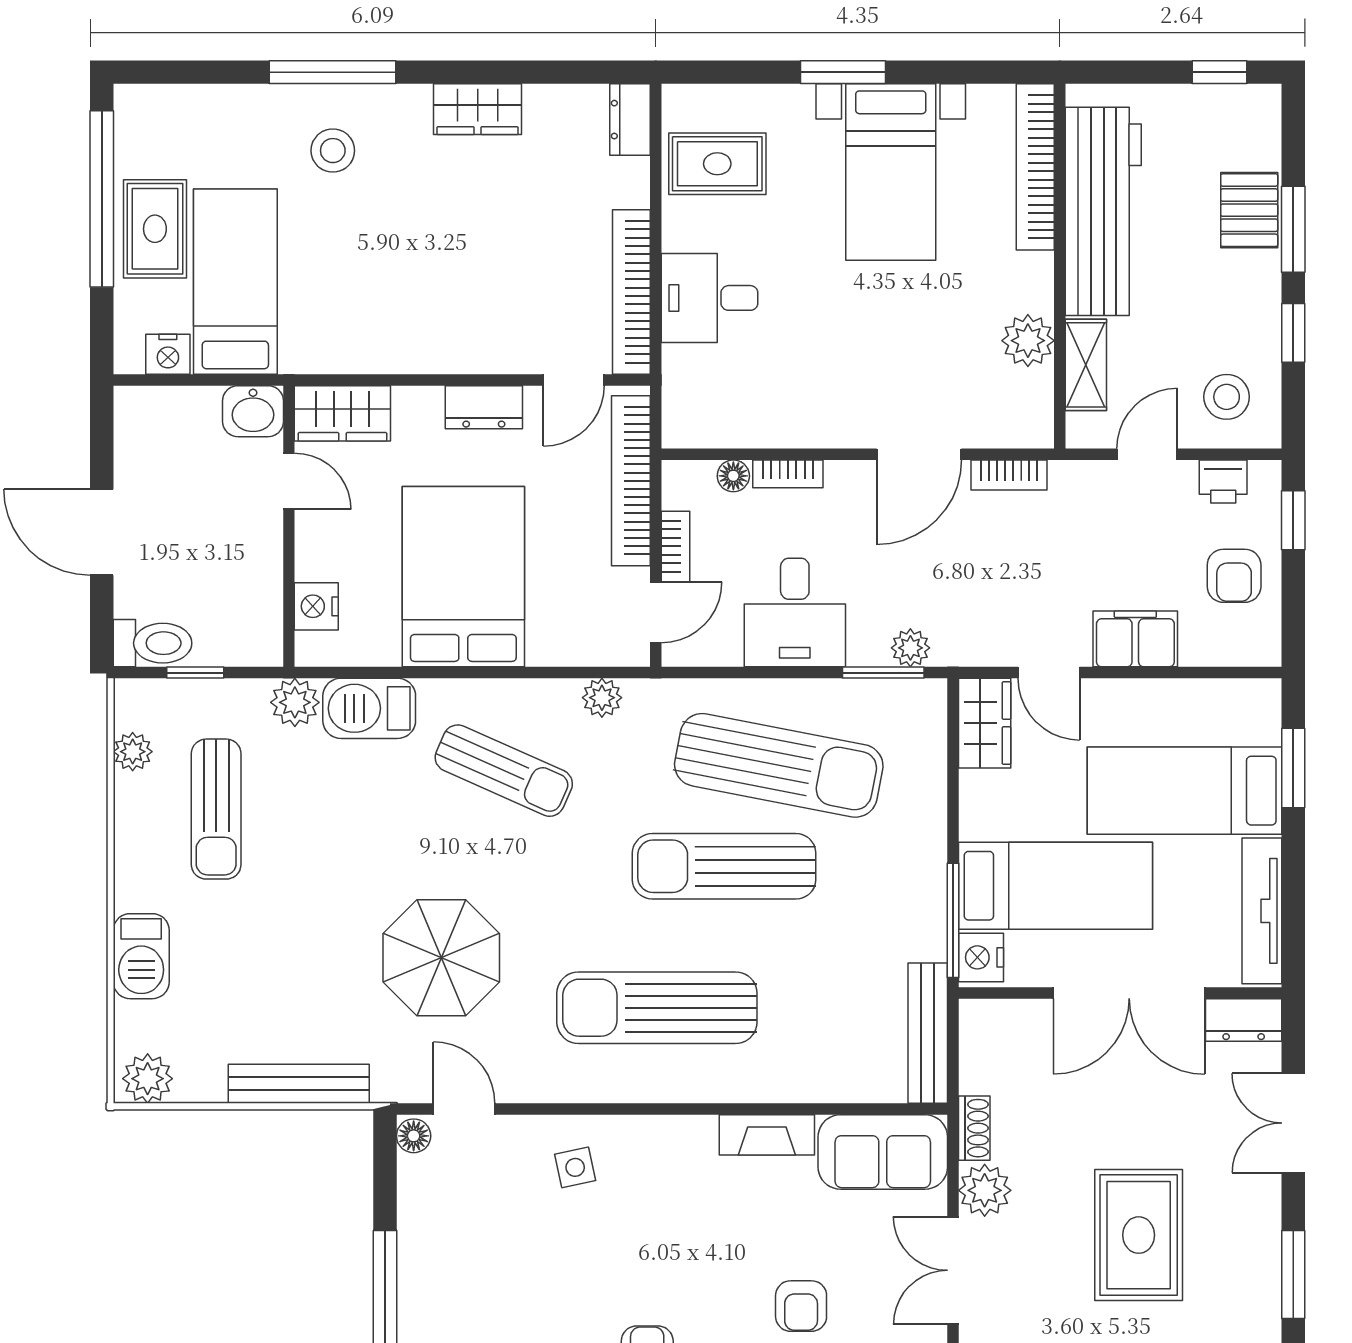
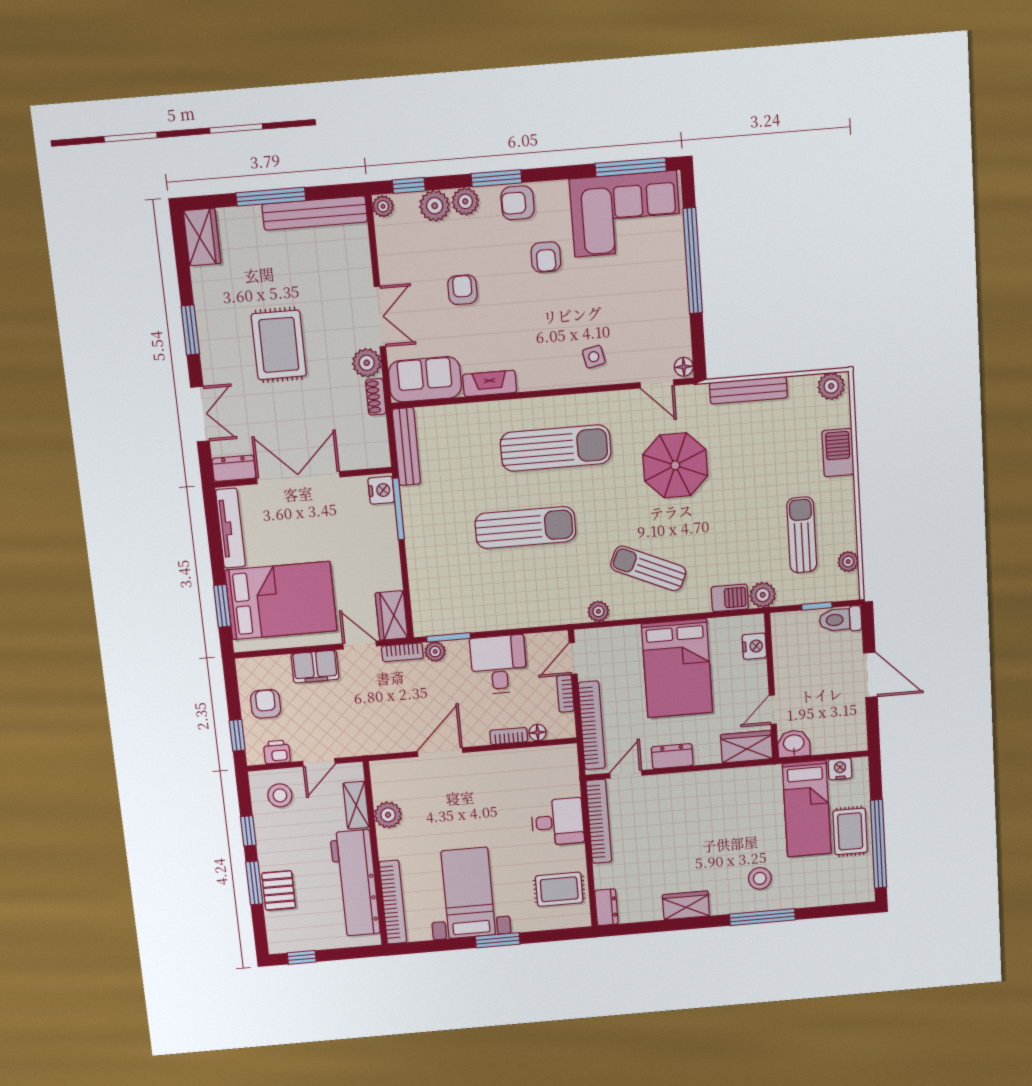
bookcase: (1009, 475) -> (402, 652), moved, turned 180
door: (289, 481) -> (773, 710), hinge flipped
barbecue: (369, 708) -> (730, 598), width x0.73, depth x0.79
sun lounger: (779, 765) -> (500, 584), removed
bed: (1185, 791) -> (281, 601), width x1.50
bed: (1055, 886) -> (345, 532), removed

